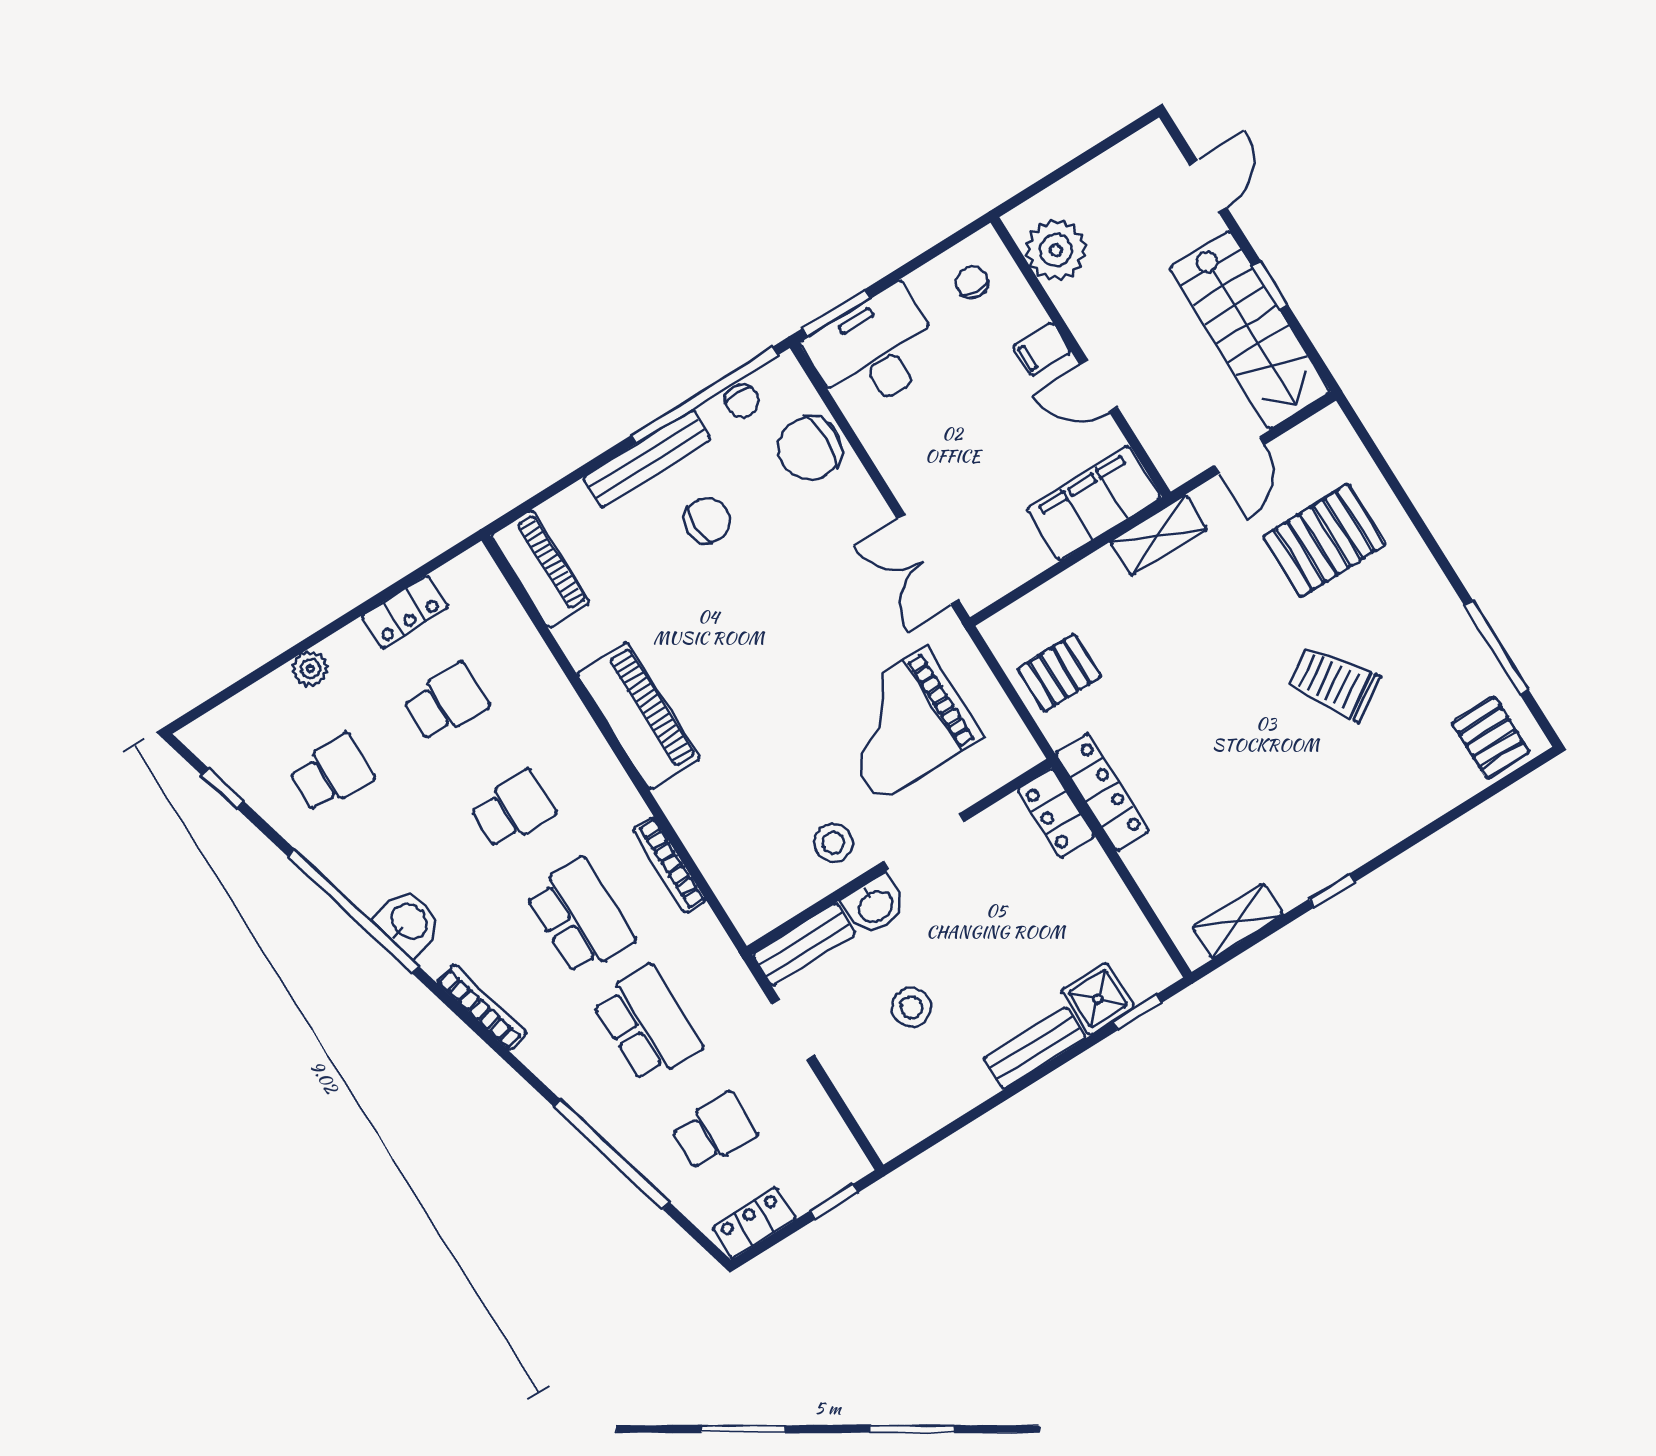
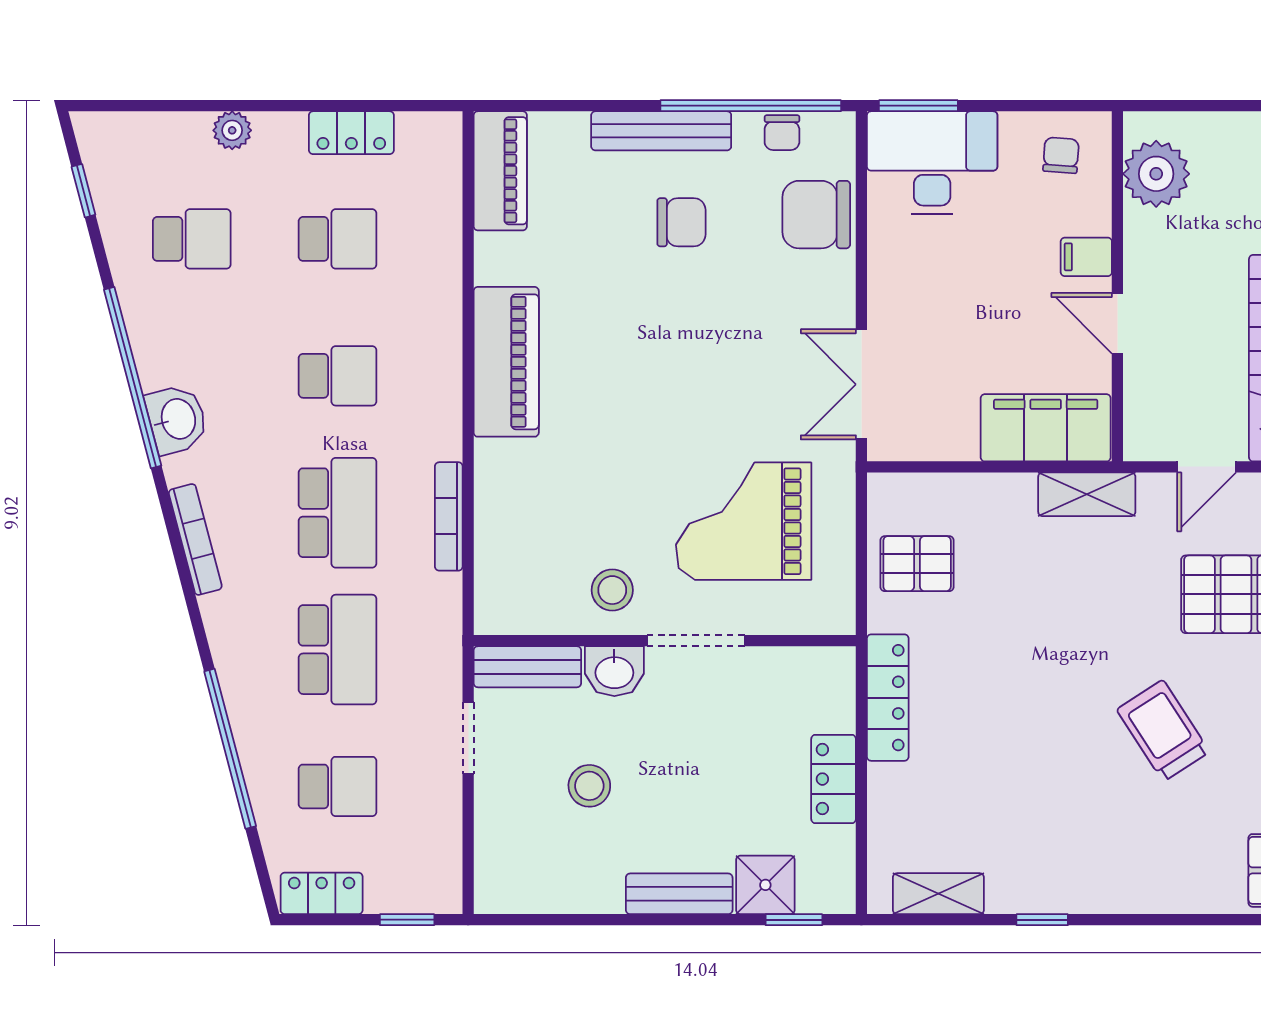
locker: (1056, 813) -> (834, 779), moved

